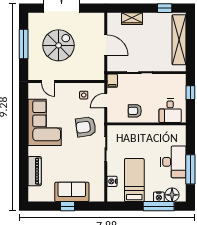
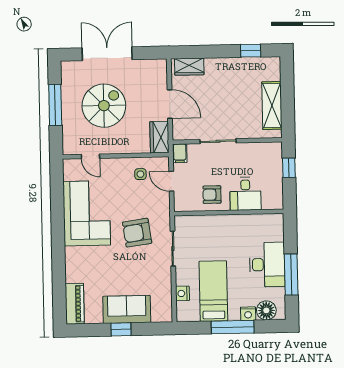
wardrobe: (132, 19) -> (189, 67), moved
shelving: (179, 40) -> (272, 105), width x0.68
wardrobe: (98, 69) -> (159, 137), added
door: (106, 101) -> (171, 181), hinge flipped
desk: (170, 111) -> (245, 194), moved
armchair: (86, 127) -> (137, 233), moved
piano: (35, 171) -> (75, 304), moved
window: (159, 206) -> (233, 327), moved

